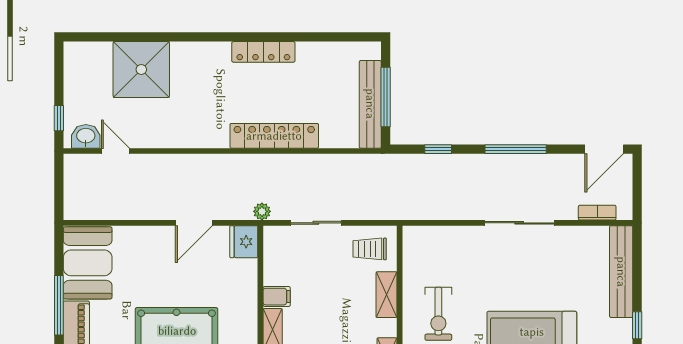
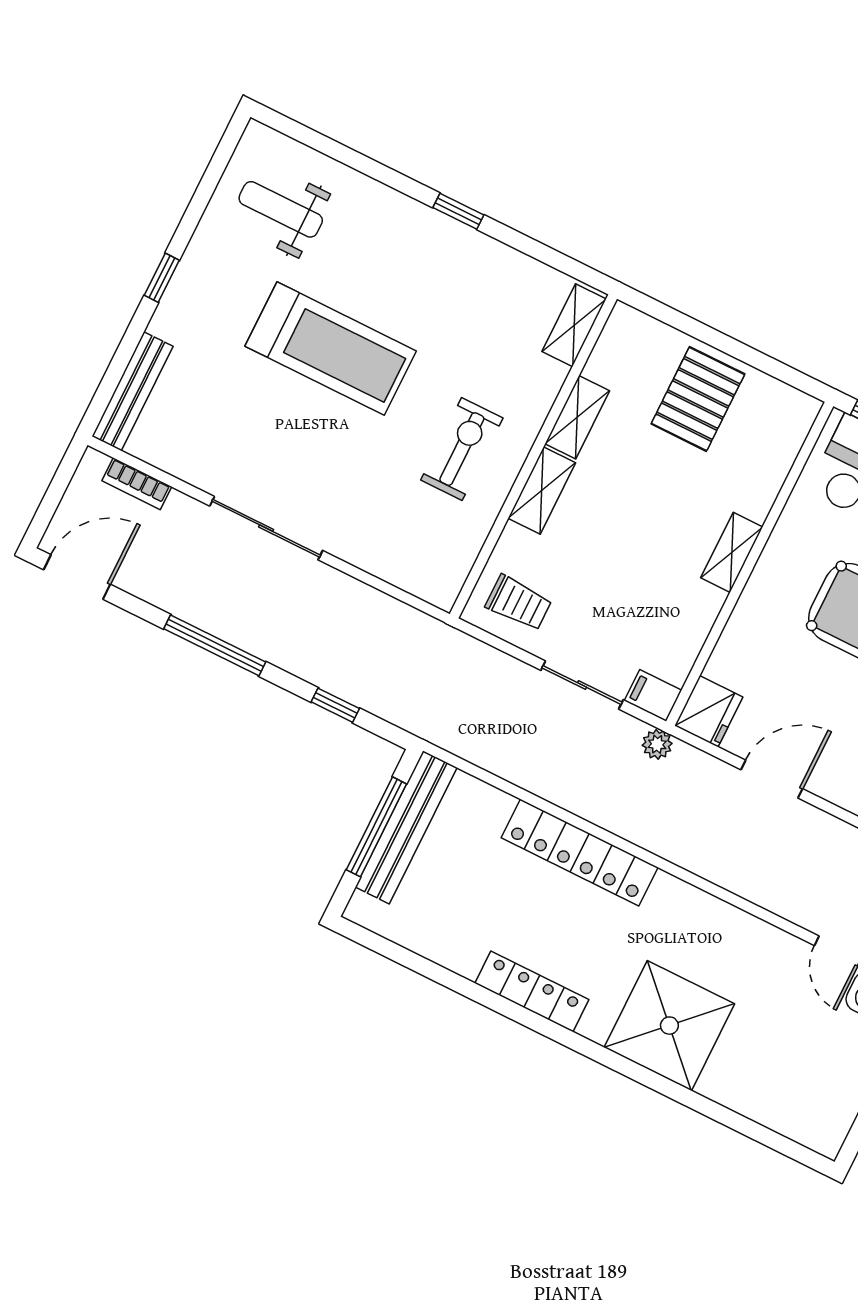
shower: (141, 69) -> (669, 1026), moved
bench: (621, 272) -> (132, 391), width x0.73, depth x0.82
shelving: (387, 295) -> (542, 491), moved
filing cabinet: (277, 297) -> (653, 695), moved

